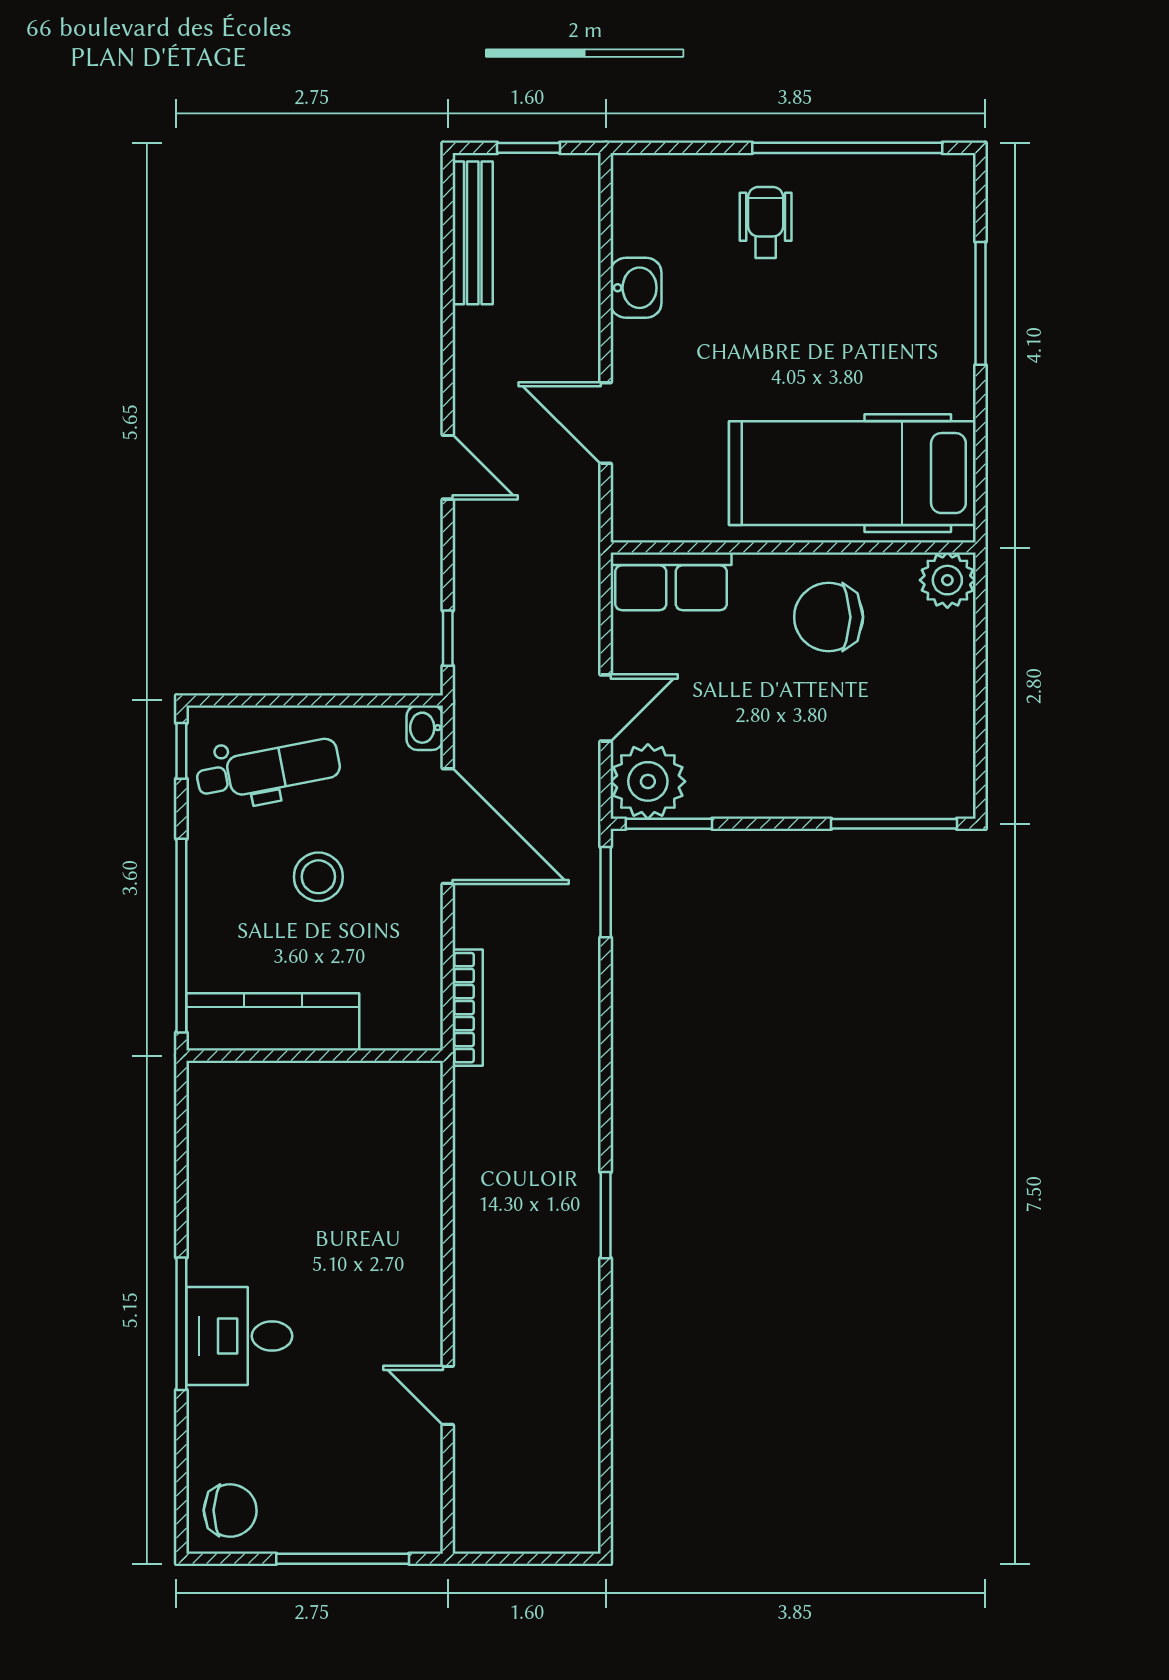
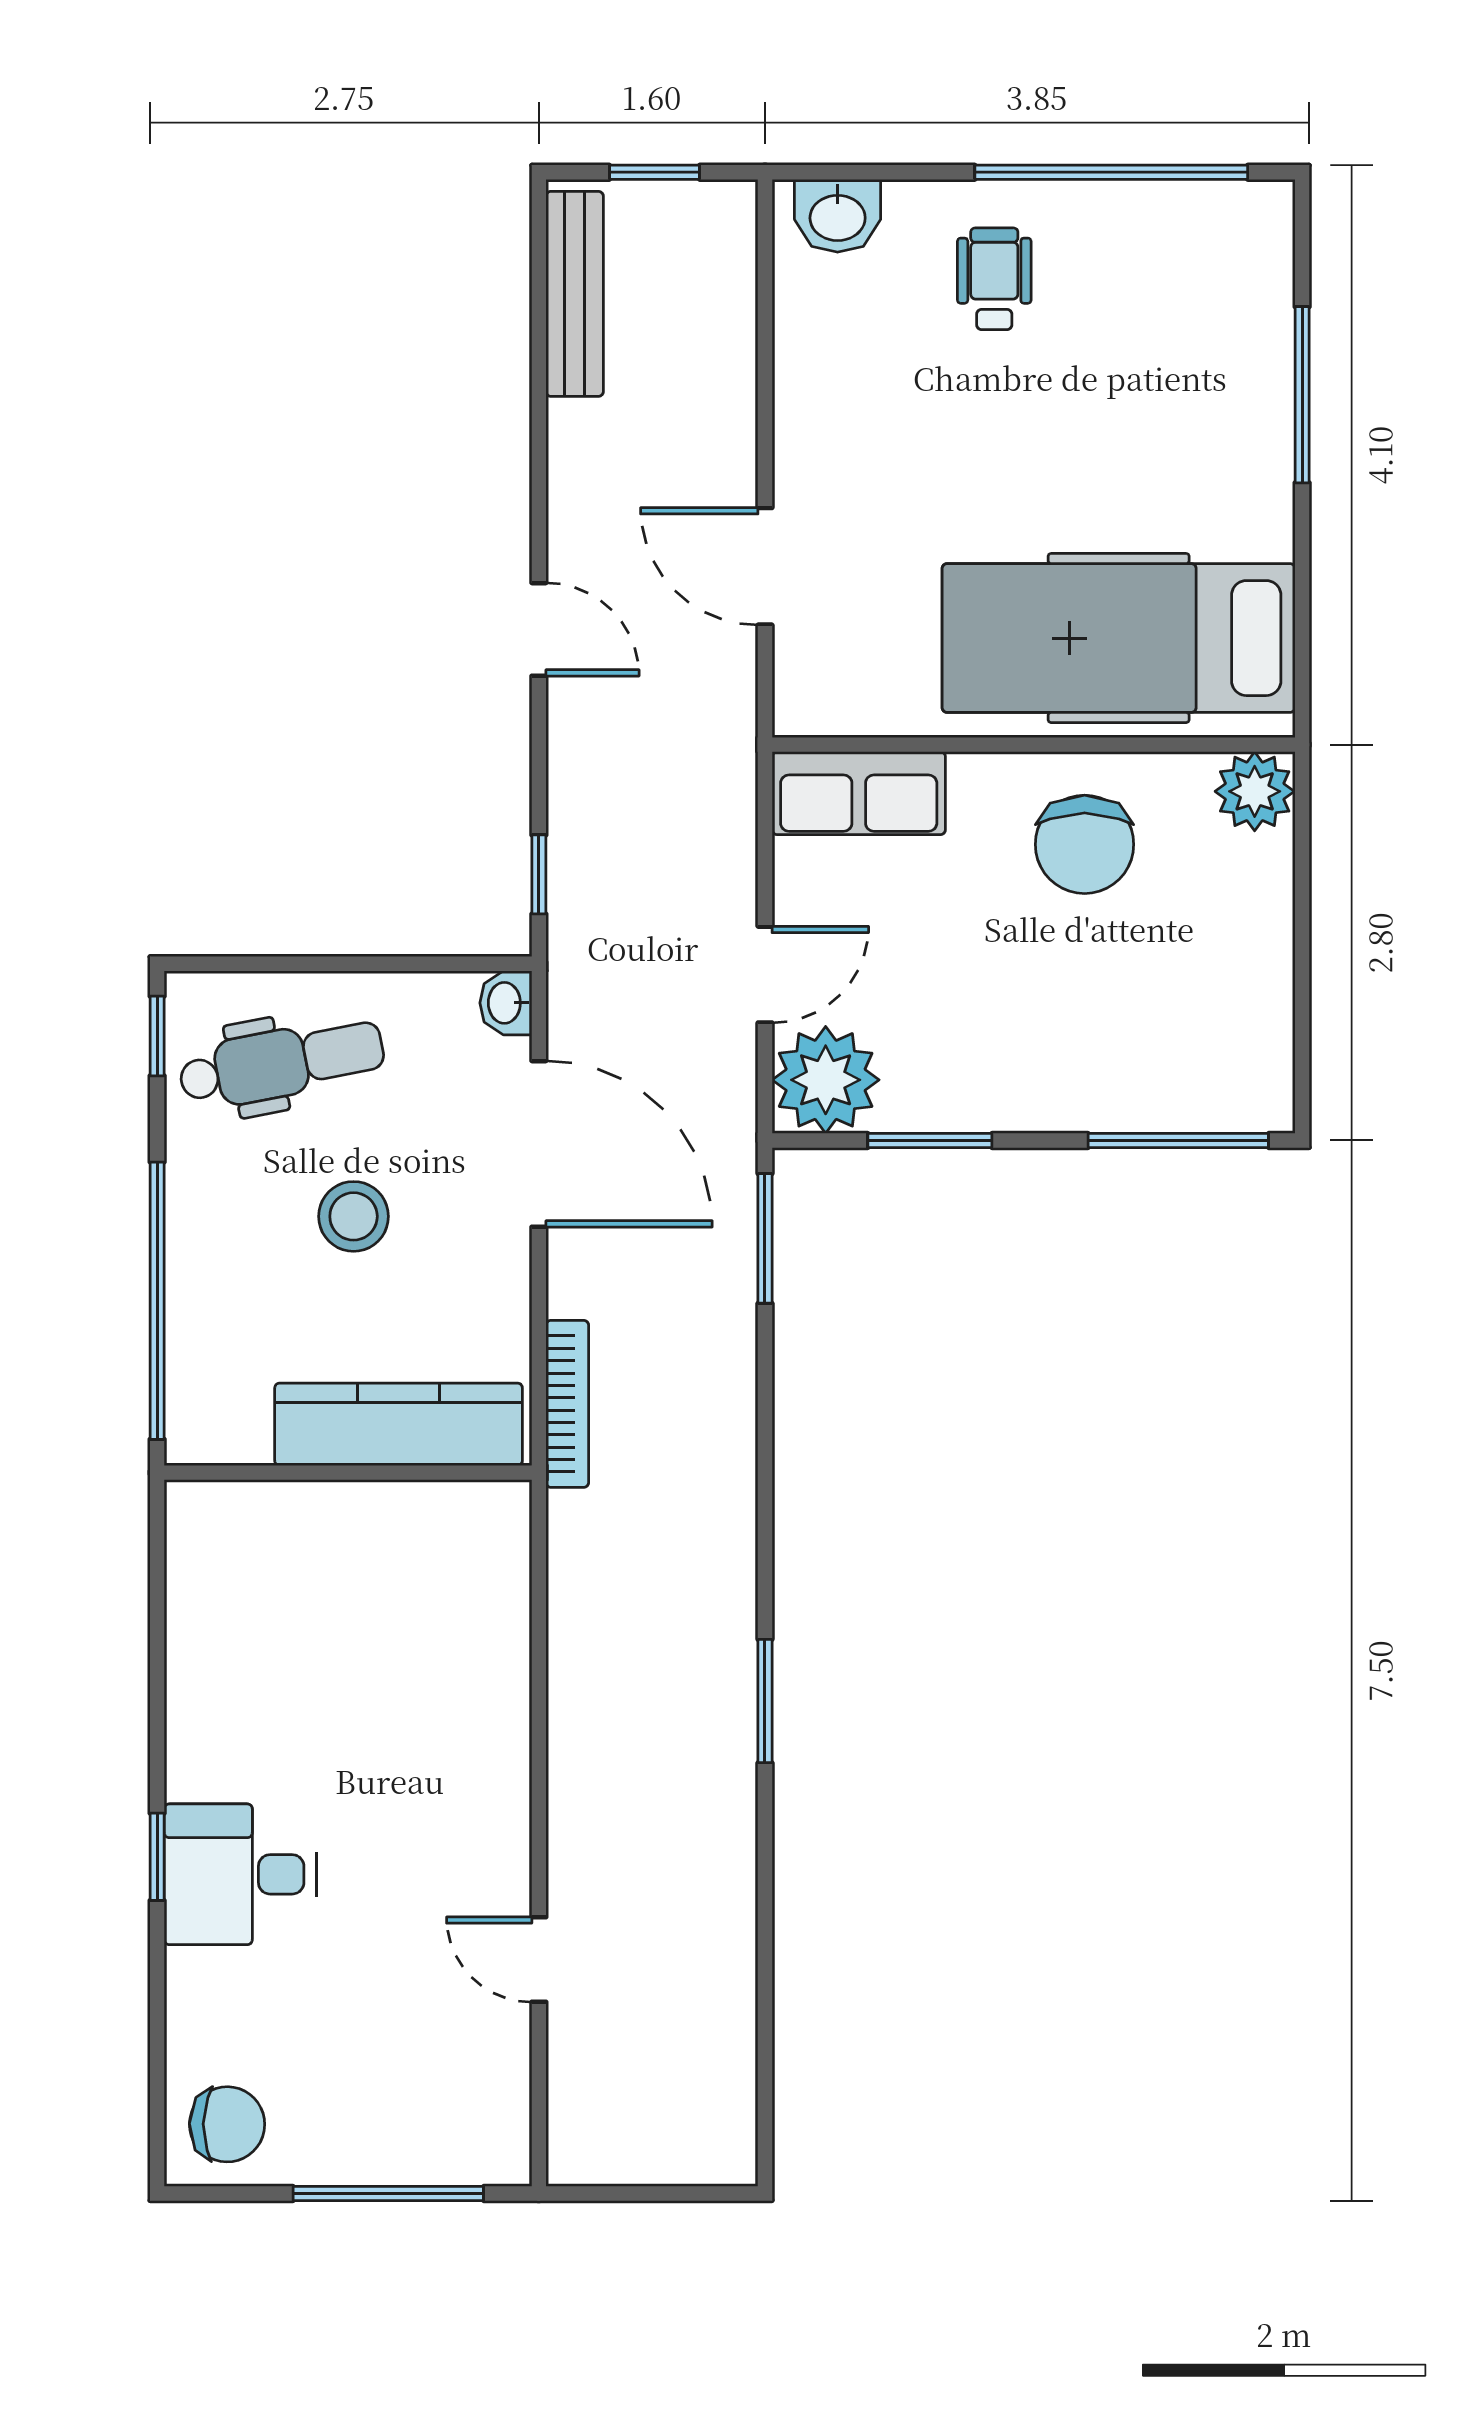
washbasin: (636, 288) -> (838, 216), moved, turned 90
chair: (829, 617) -> (1085, 844), turned -90
window: (669, 824) -> (930, 1140), moved
kitchen counter: (273, 1022) -> (399, 1424), moved
window: (181, 1324) -> (157, 1857), width x0.46

